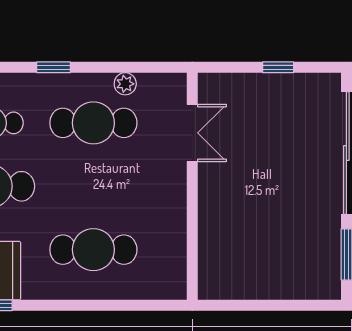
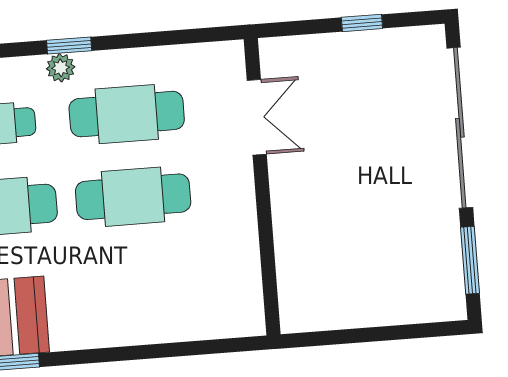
plant: (125, 84) -> (61, 68), moved
cafe table: (93, 250) -> (133, 197), moved

